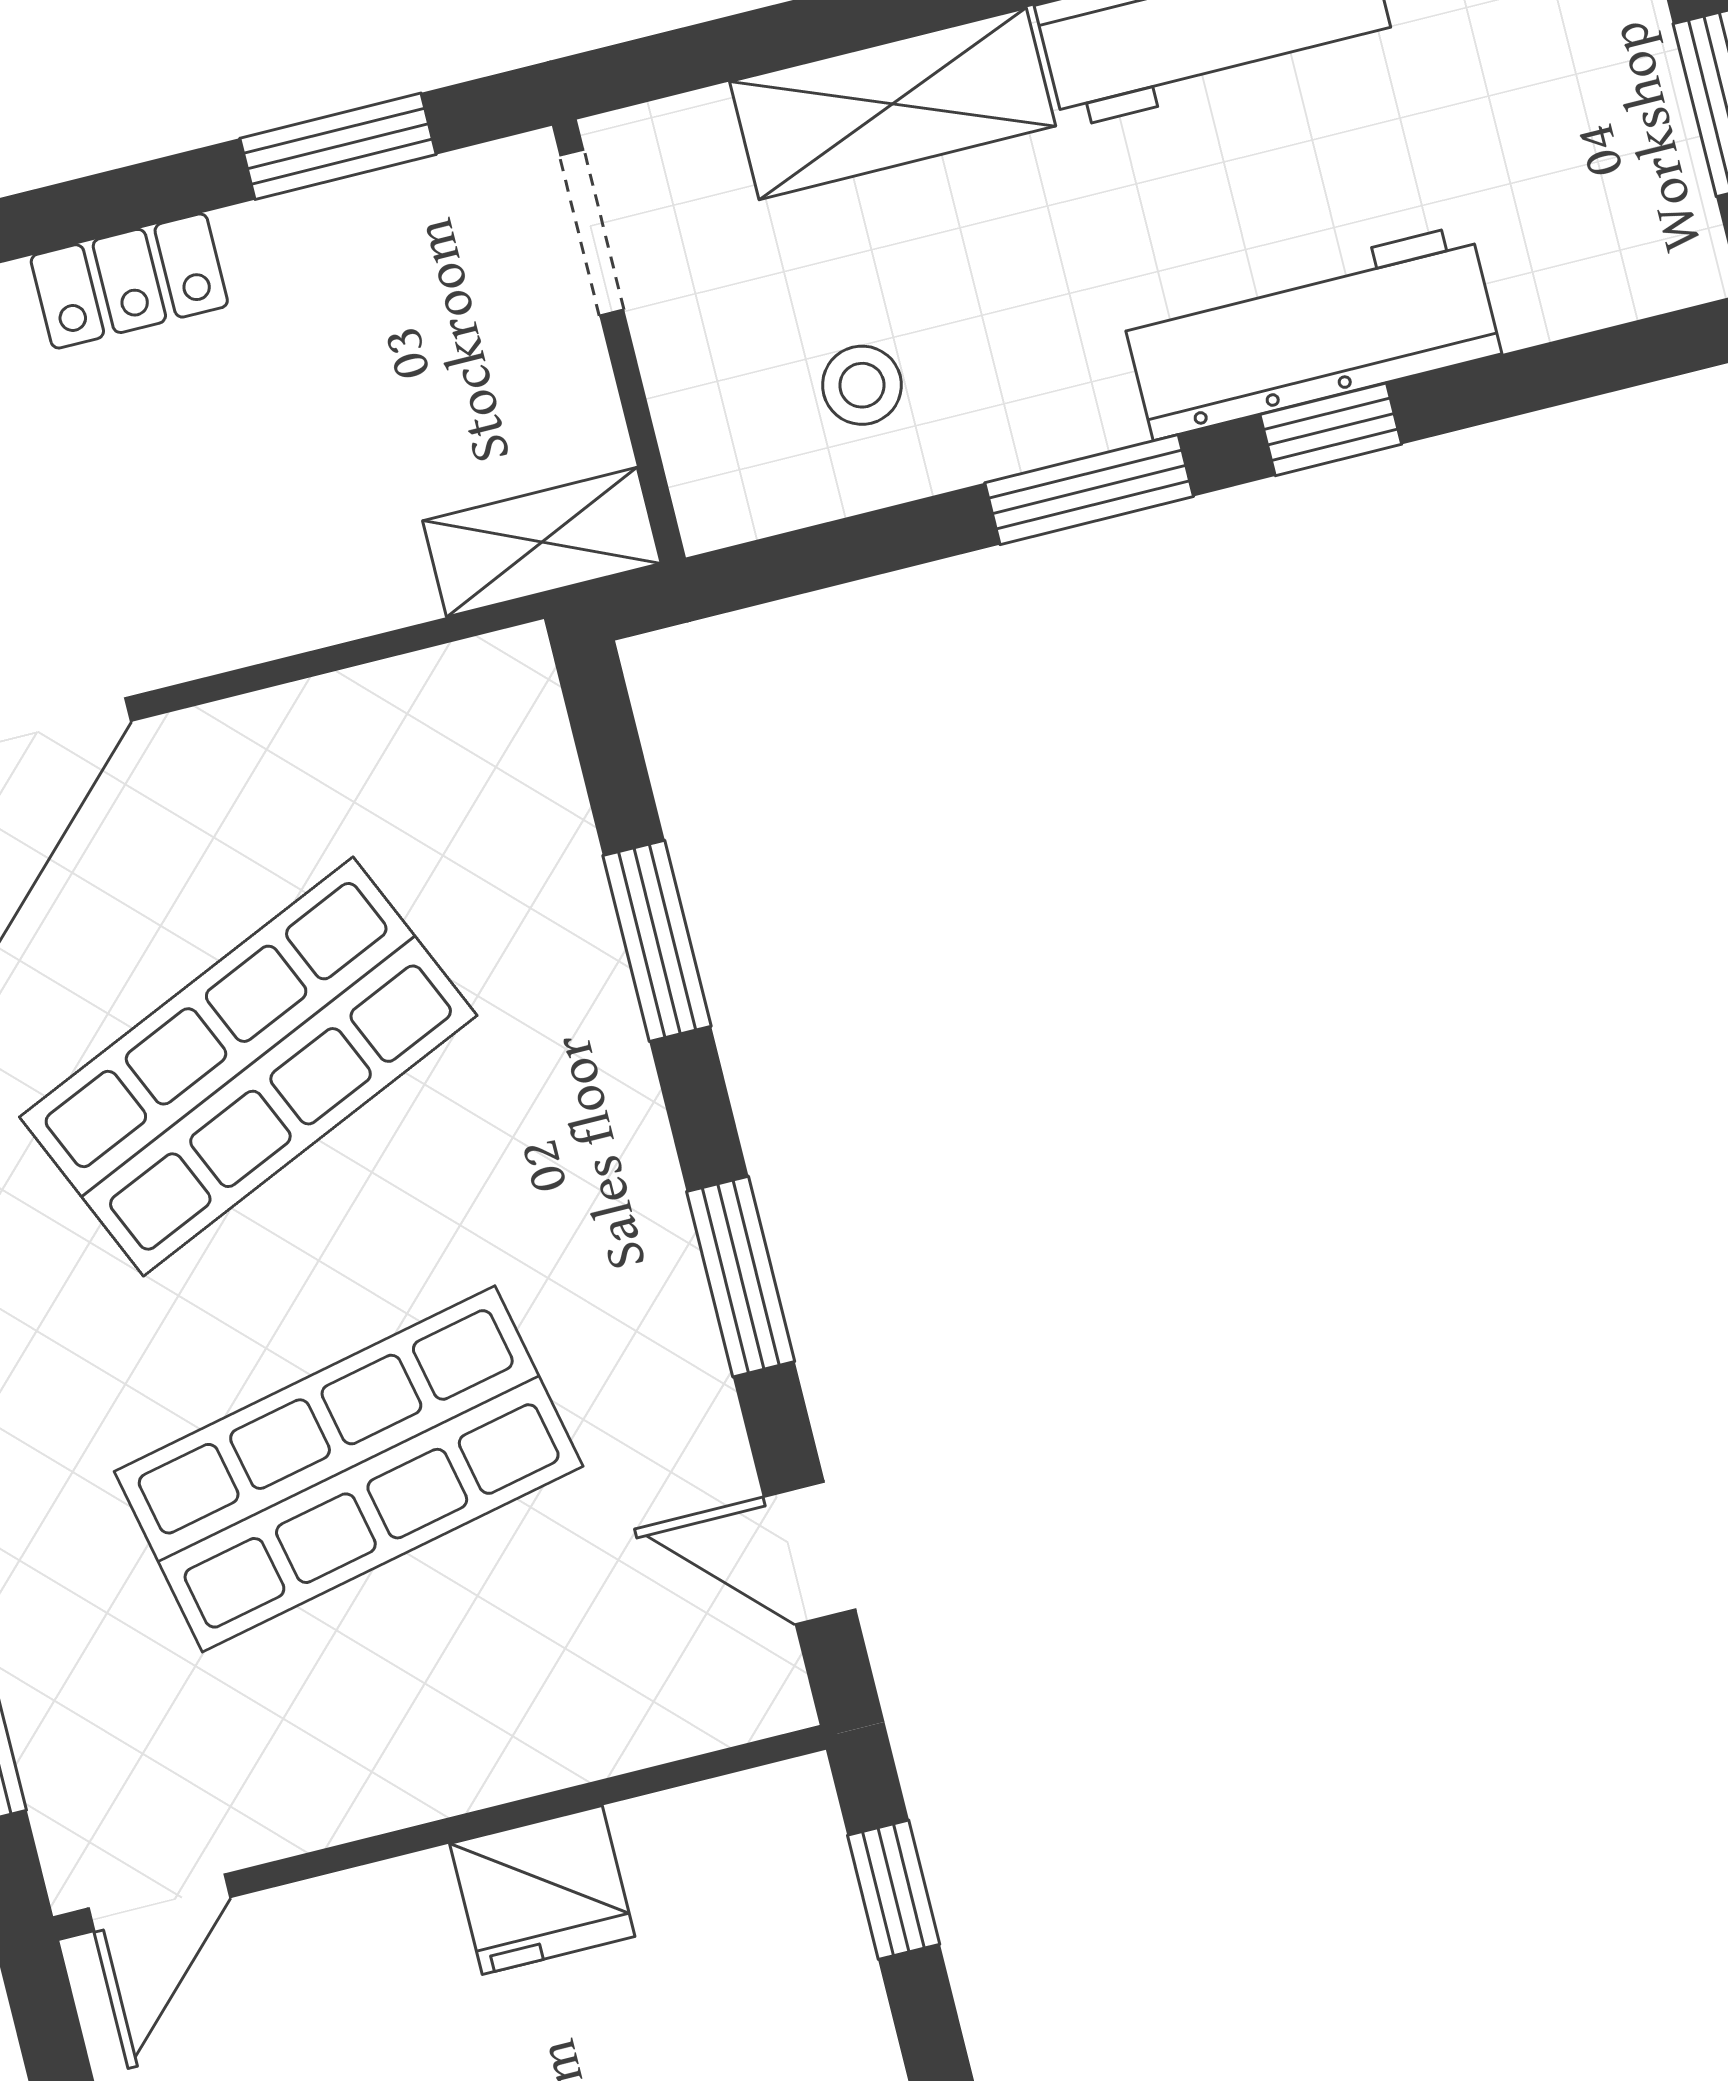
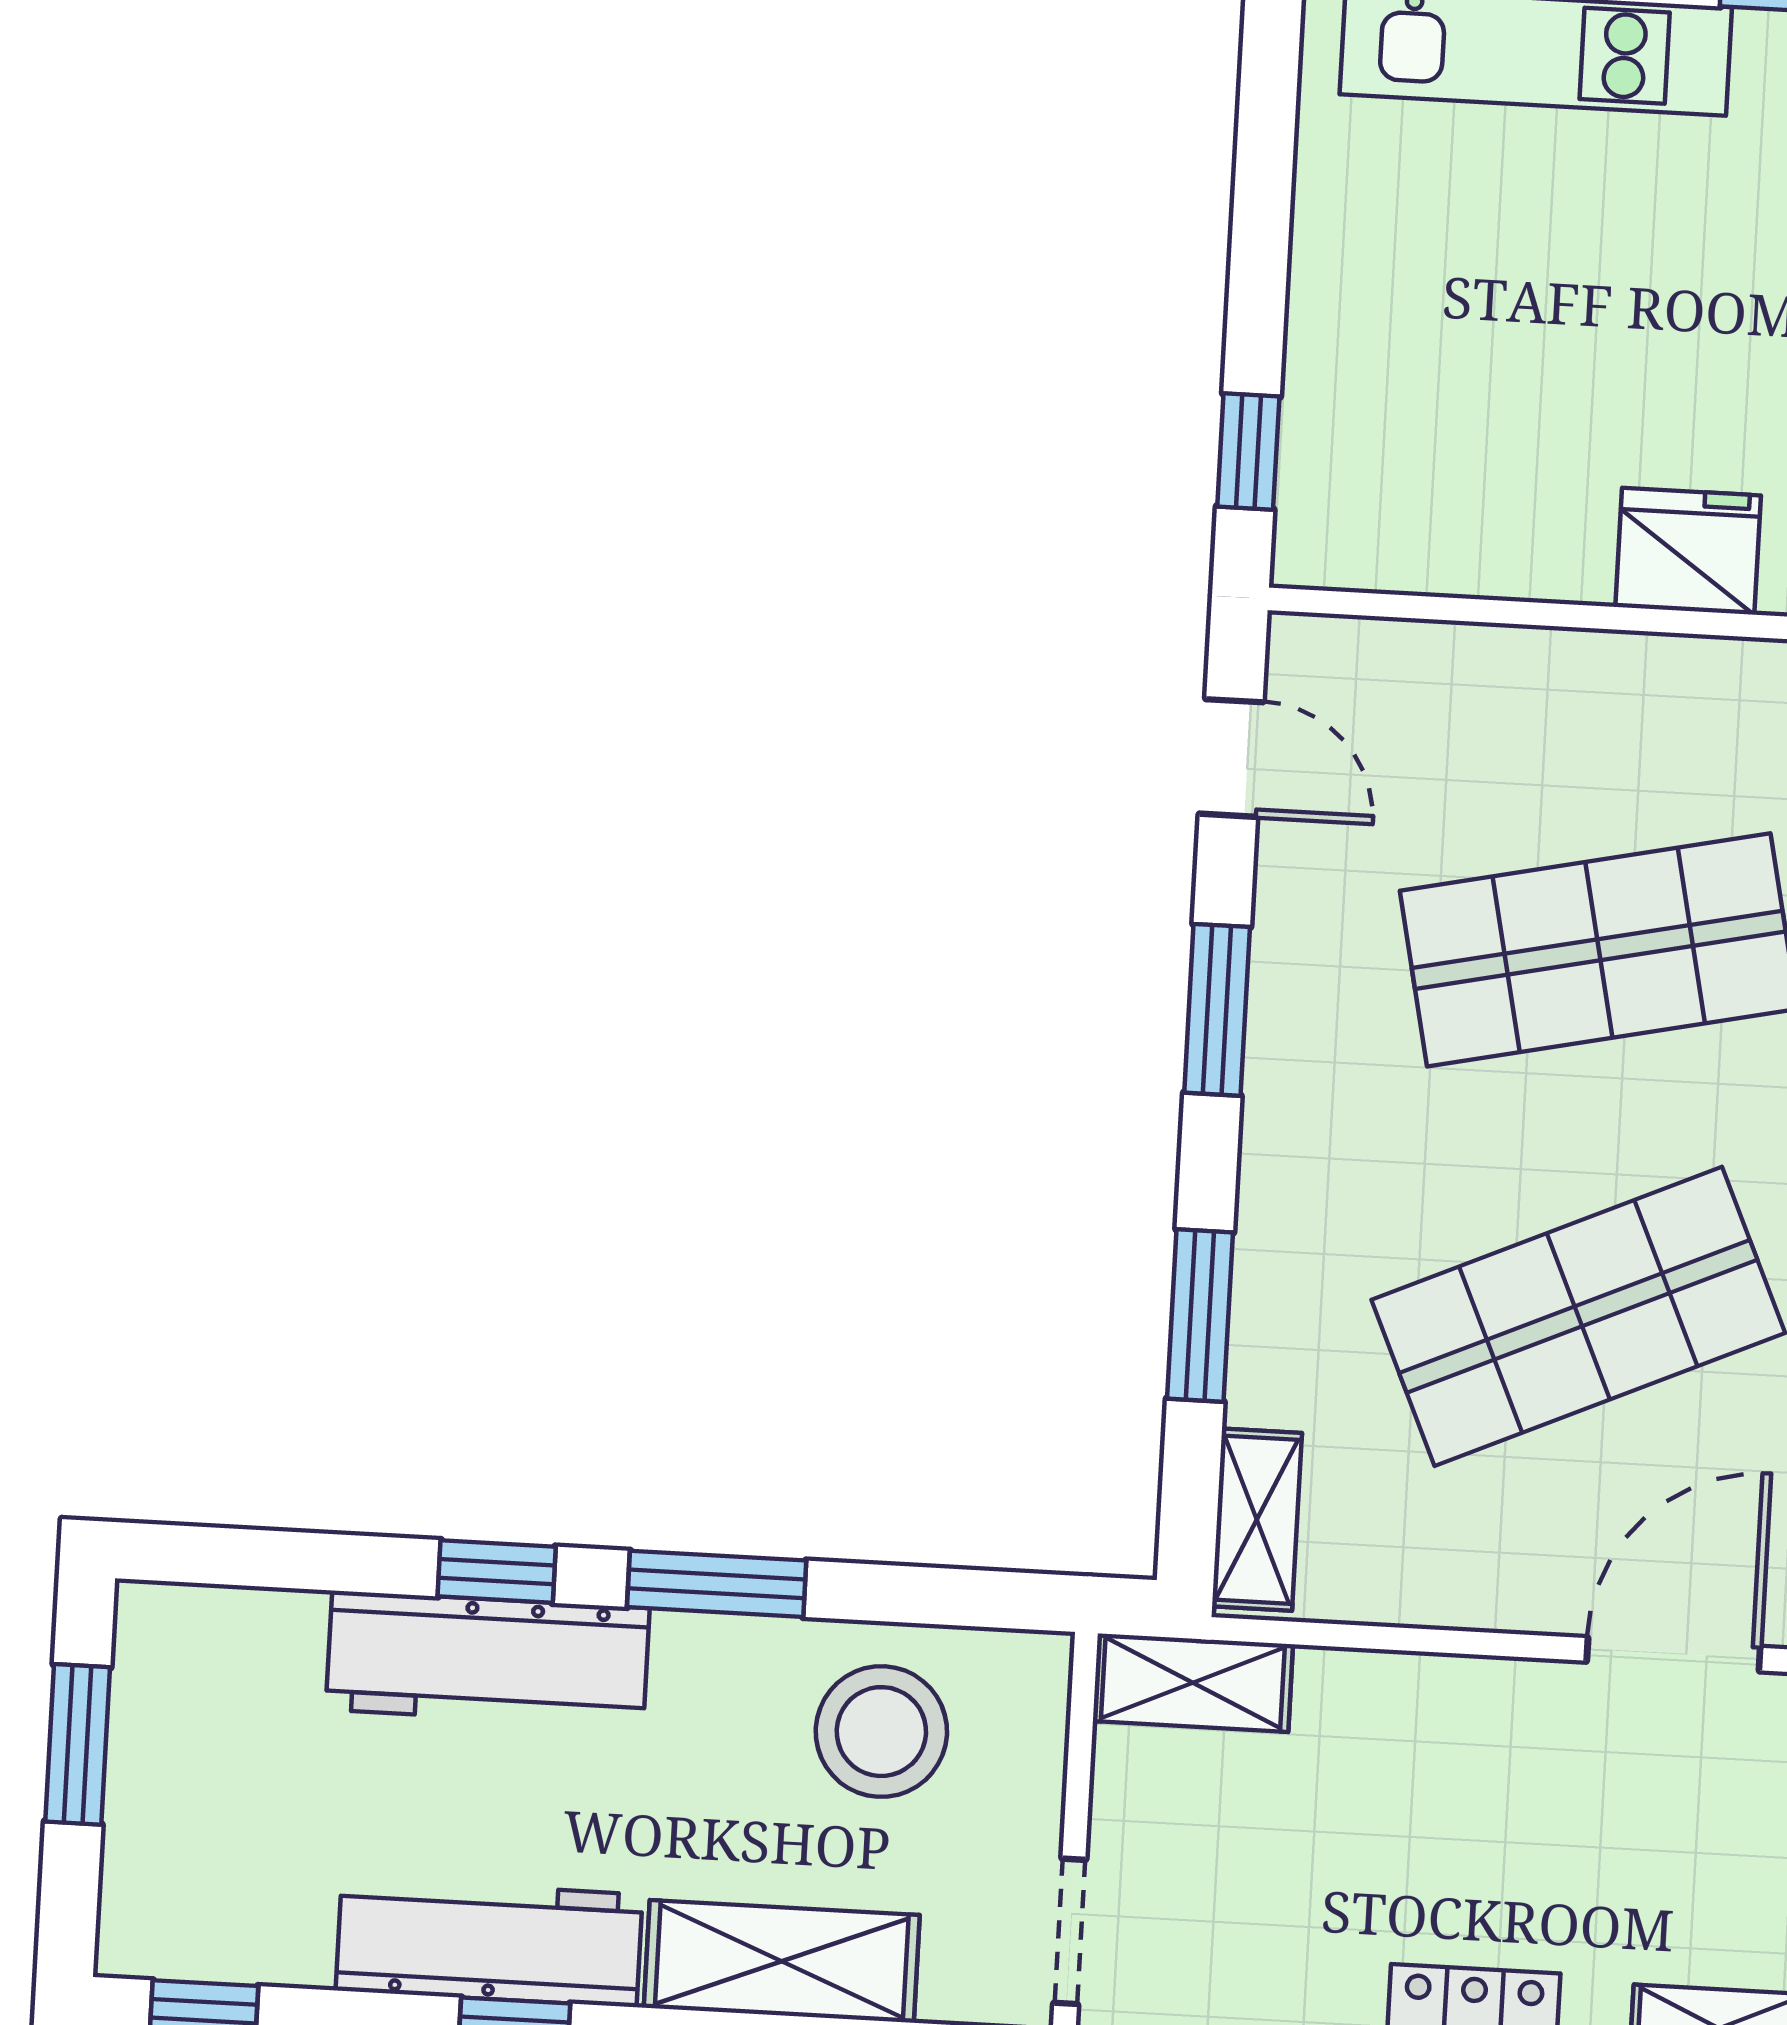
stool: (862, 385) -> (881, 1732), width x1.89, depth x1.89
shelving: (527, 739) -> (1257, 1520), added
fridge: (542, 1890) -> (1688, 551), moved

